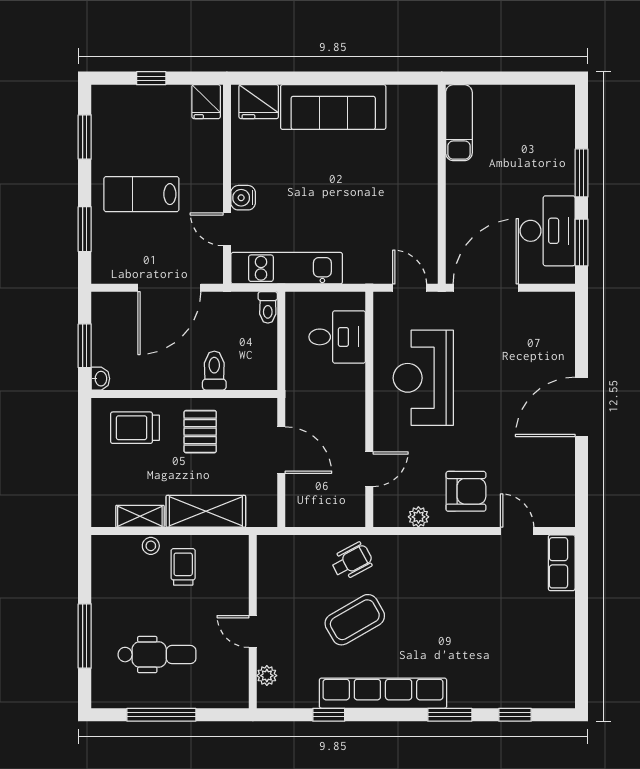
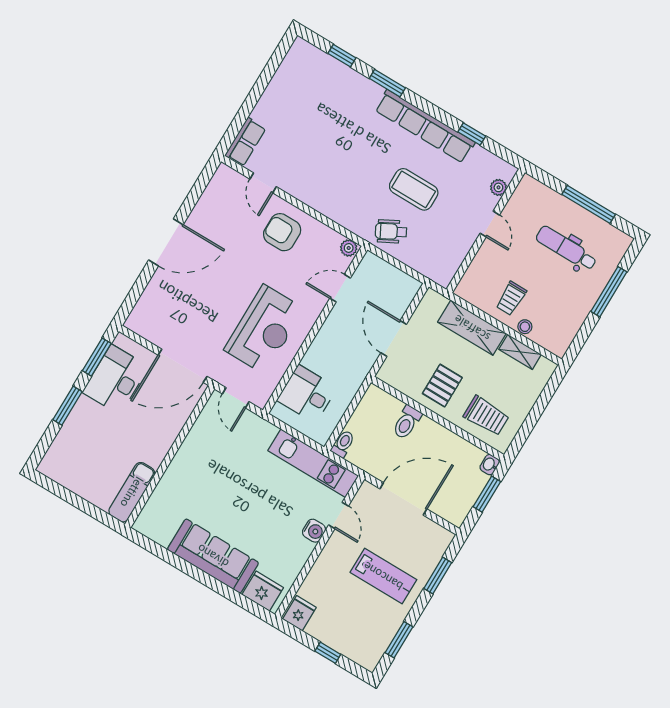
plant: (418, 517) -> (349, 248), moved
coffee table: (355, 620) -> (414, 189), turned 30

